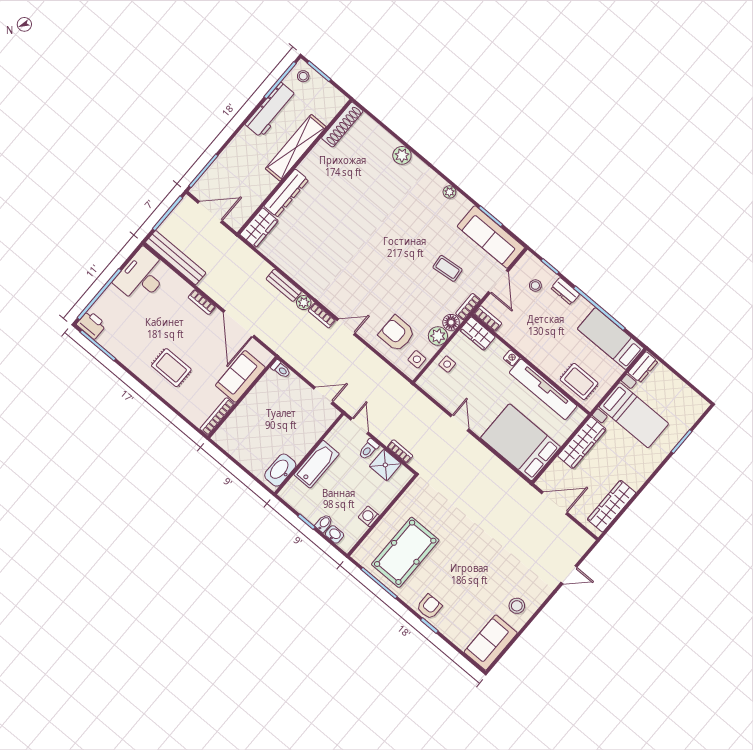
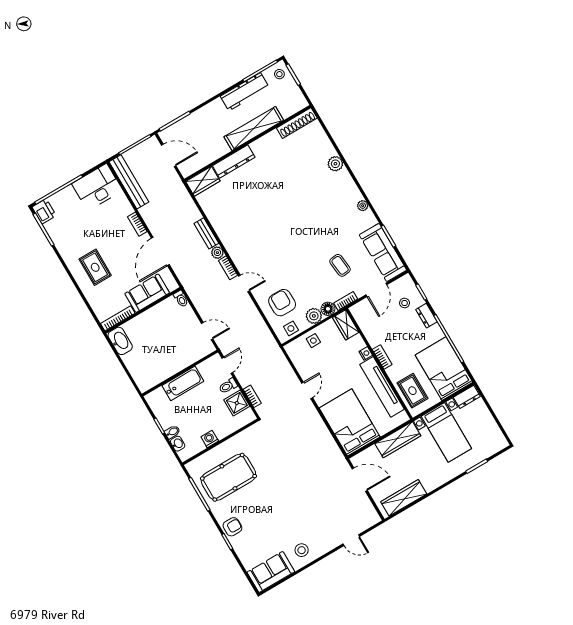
bookcase: (488, 318) -> (382, 357), moved
bed: (611, 339) -> (444, 369), width x1.50
washbasin: (280, 470) -> (120, 341), moved, turned 90

